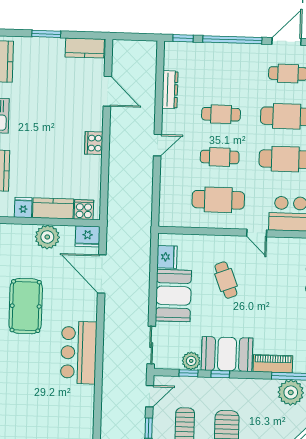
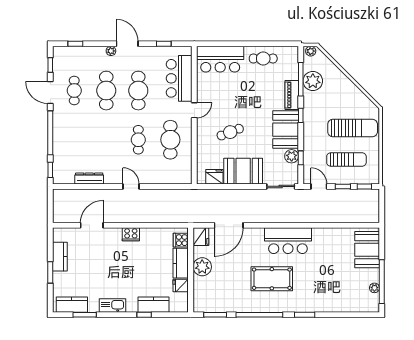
kitchen counter: (85, 48) -> (60, 257), moved
cafe table: (221, 114) -> (106, 140), removed
pool table: (26, 306) -> (272, 279), moved
window: (220, 374) -> (301, 115), moved

